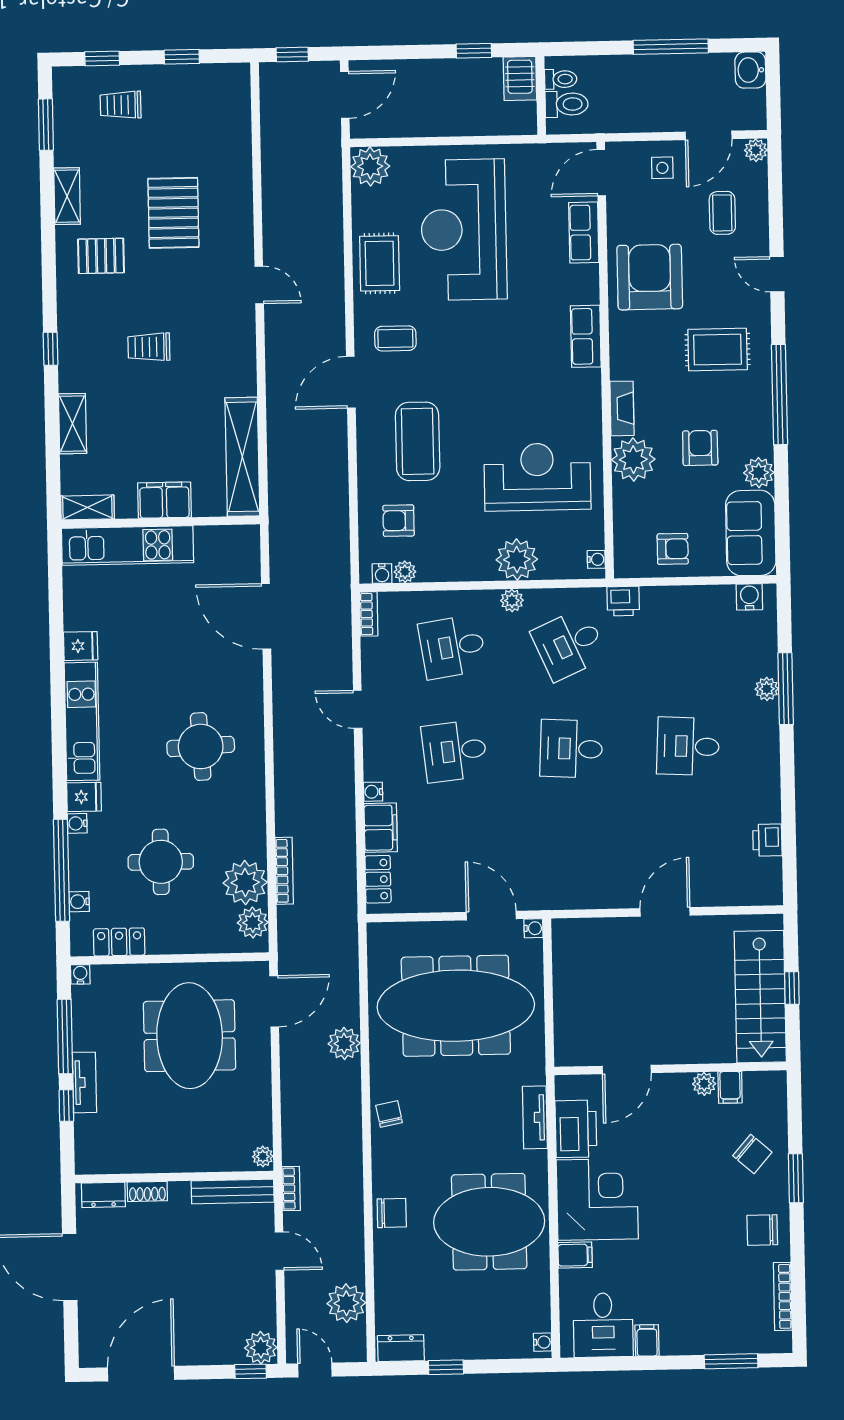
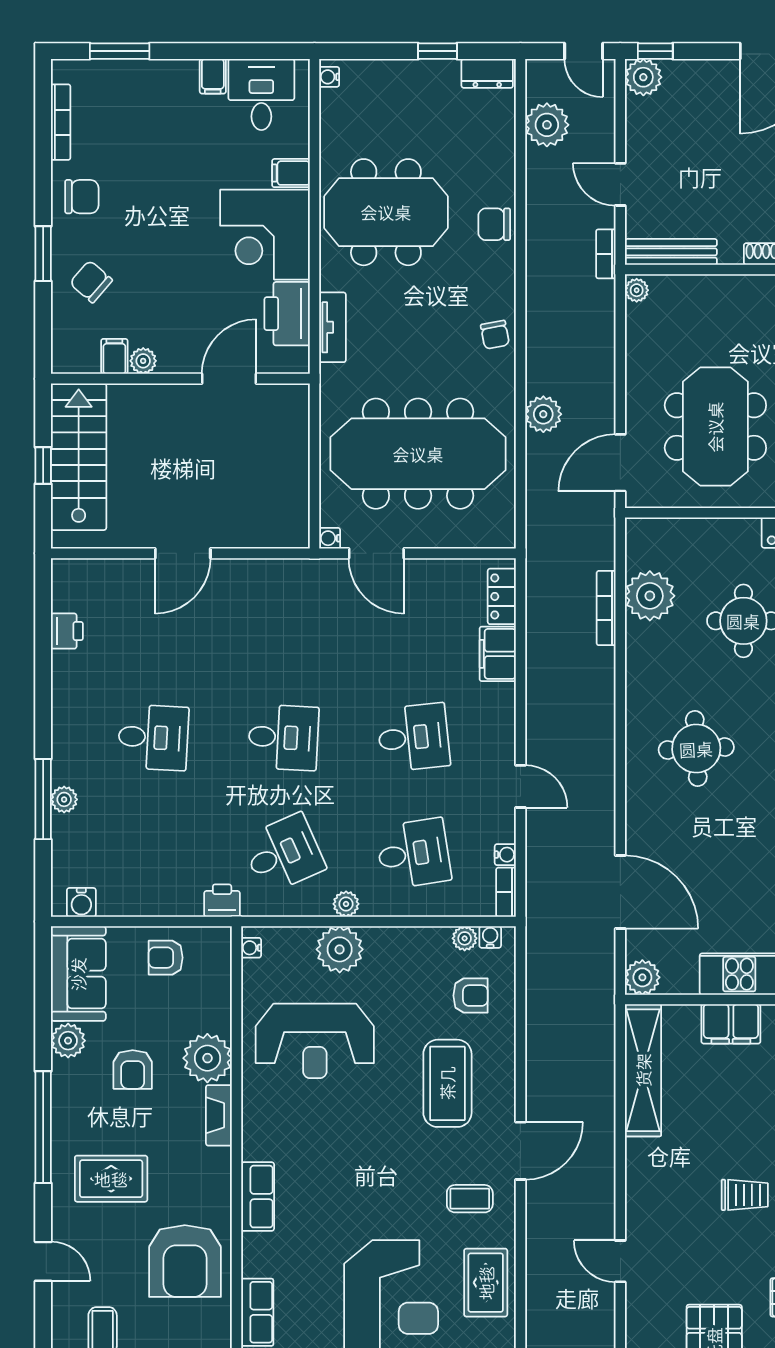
water cooler: (373, 792) -> (505, 855), moved
plant: (253, 923) -> (642, 977), moved

